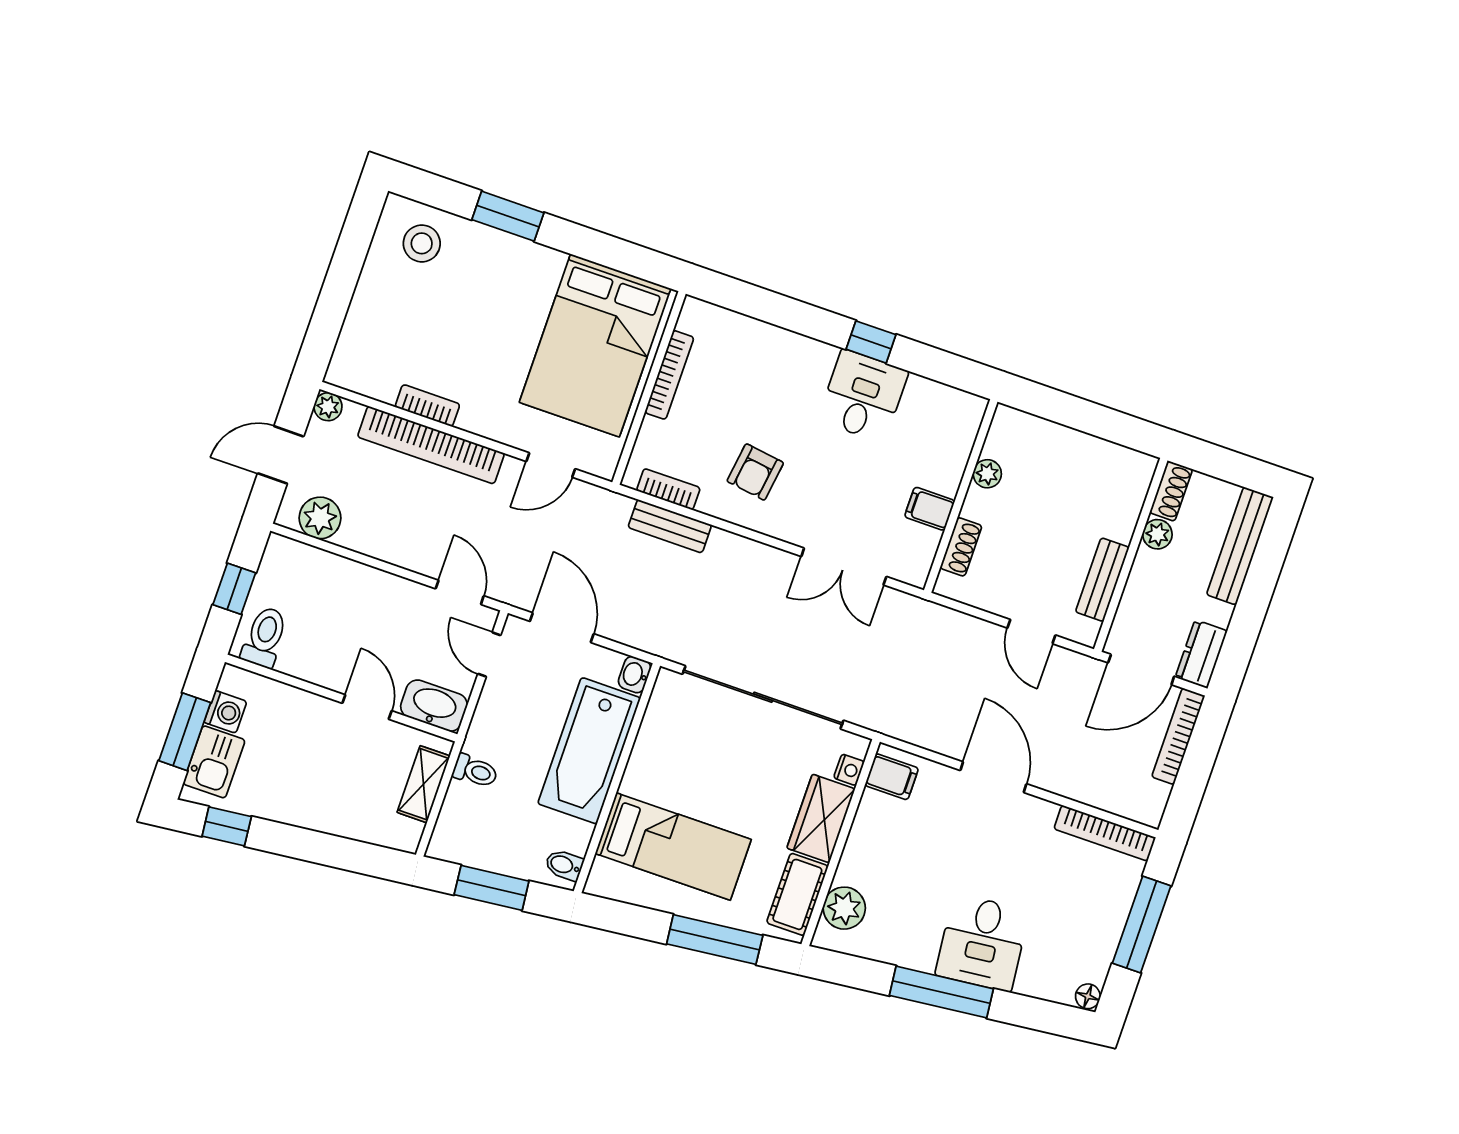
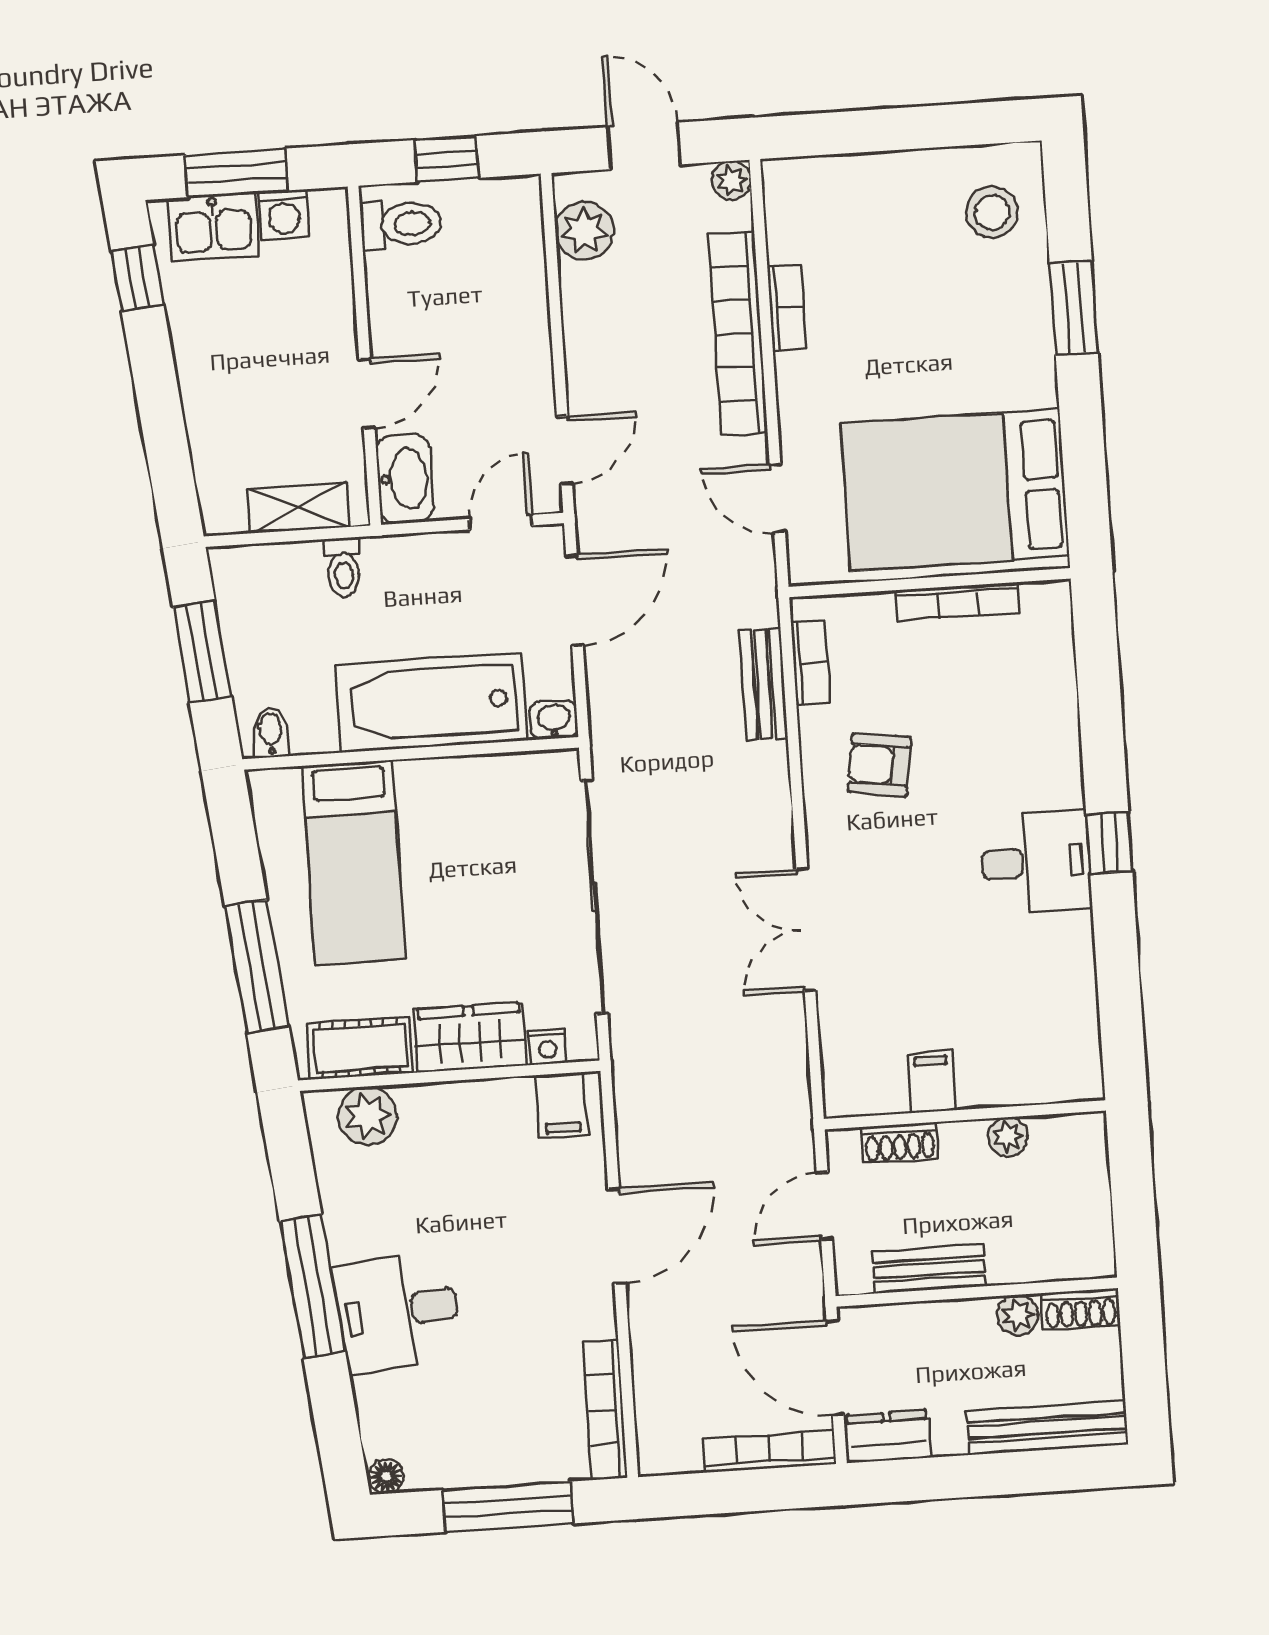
plant: (987, 474) -> (1008, 1137), moved
wall: (961, 496) -> (965, 1115), moved
filing cabinet: (930, 509) -> (932, 1082), moved
shoe rack: (961, 547) -> (900, 1143), moved

